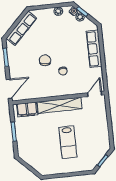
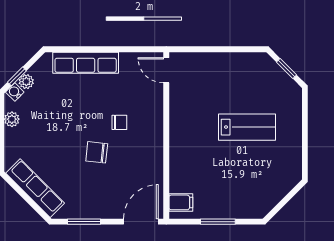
door: (9, 89) -> (141, 222), hinge flipped
shelving: (60, 105) -> (180, 135), removed
filing cabinet: (27, 109) -> (181, 202), width x0.50

